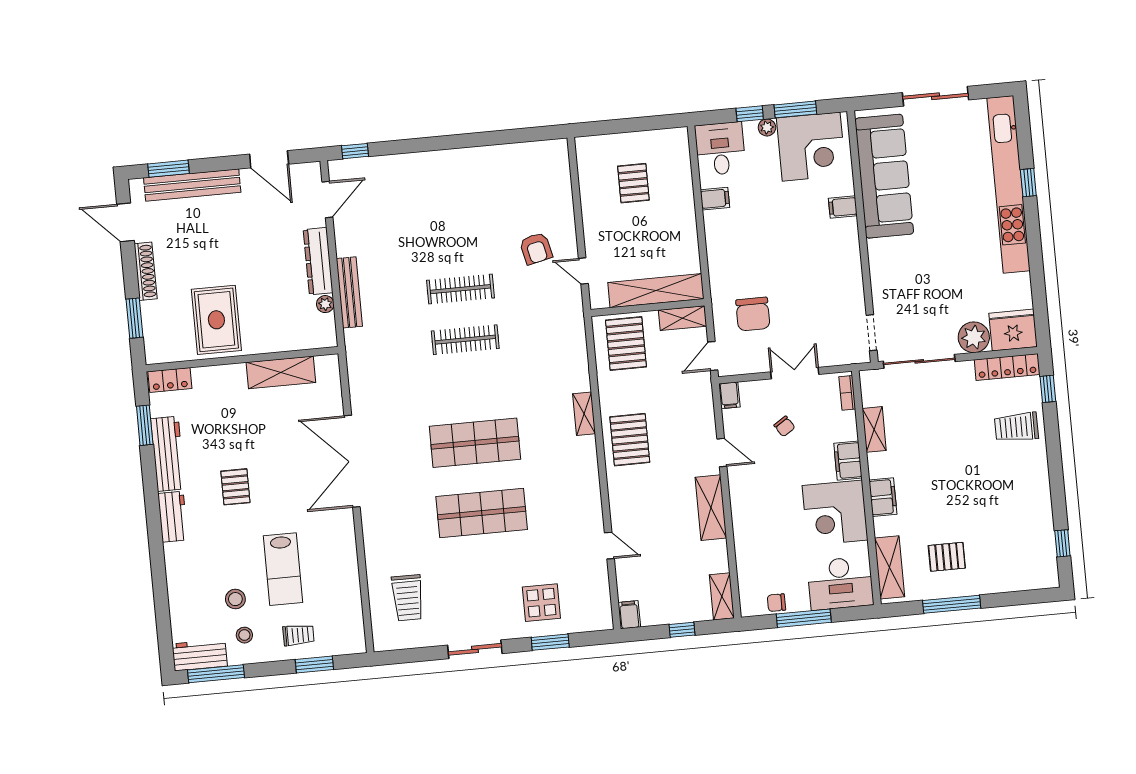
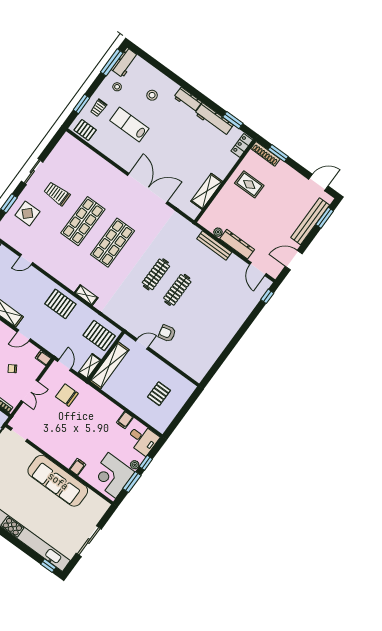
sofa: (884, 176) -> (58, 481), moved
pallet: (633, 183) -> (159, 394), turned 90
window: (1028, 183) -> (48, 566), moved
shoe rack: (146, 271) -> (265, 154), moved
rug: (216, 320) -> (249, 184), width x0.73, depth x0.70
pallet: (235, 487) -> (85, 130), moved
trolley: (408, 598) -> (57, 194), moved
stool: (235, 599) -> (152, 95), moved

